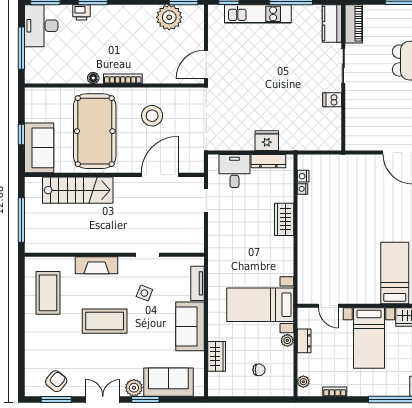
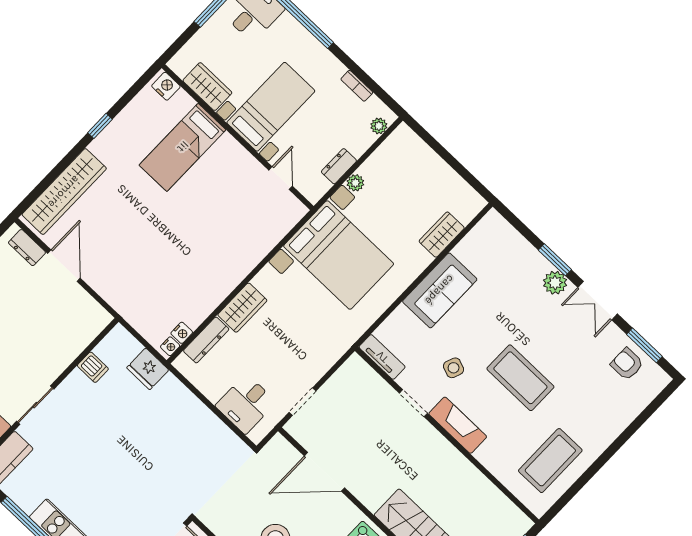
dishwasher: (332, 100) -> (93, 367), moved
fridge: (267, 141) -> (148, 369), moved
dresser: (268, 161) -> (206, 340), moved, turned 90
nightstand: (302, 189) -> (170, 346), moved
fireplace: (96, 265) -> (458, 425), moved
tv unit: (198, 283) -> (382, 357), moved, turned -90
bed with nightstands: (260, 305) -> (339, 255), width x1.36
chair: (259, 370) -> (412, 180), removed
armchair: (56, 381) -> (627, 364), turned 51
sofa: (168, 382) -> (515, 255), removed

